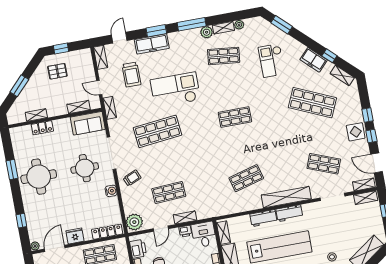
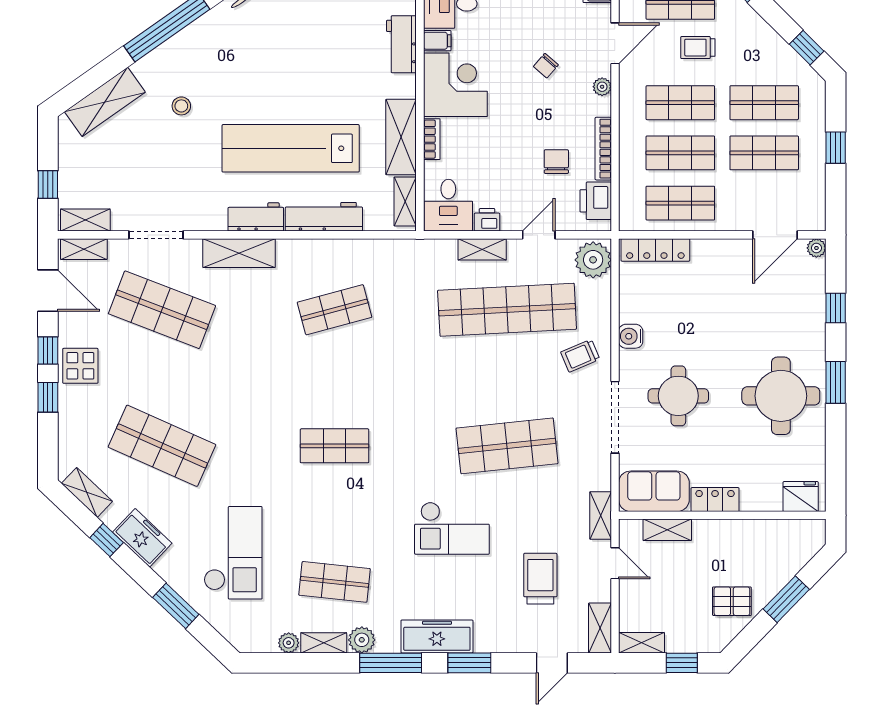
window: (282, 25) -> (176, 606), moved
freezer: (152, 44) -> (437, 636), moved
checkout: (272, 61) -> (233, 553), width x1.36, depth x1.21
pallet: (57, 71) -> (732, 601), moved
checkout: (175, 90) -> (452, 528), width x0.73, depth x0.83
shelving: (36, 115) -> (642, 643), moved
locker: (42, 128) -> (715, 500), moved
shop shelf: (324, 164) -> (162, 310), width x1.43, depth x1.36
window: (12, 170) -> (836, 382), moved
shop shelf: (169, 192) -> (507, 310), width x2.00, depth x1.36
shelving: (286, 197) -> (239, 253), width x0.68
workbench: (263, 218) -> (324, 217), width x1.38
fridge: (75, 236) -> (801, 497), moved, turned 180

